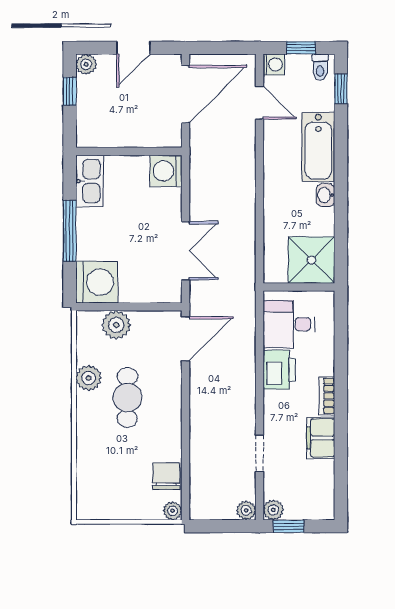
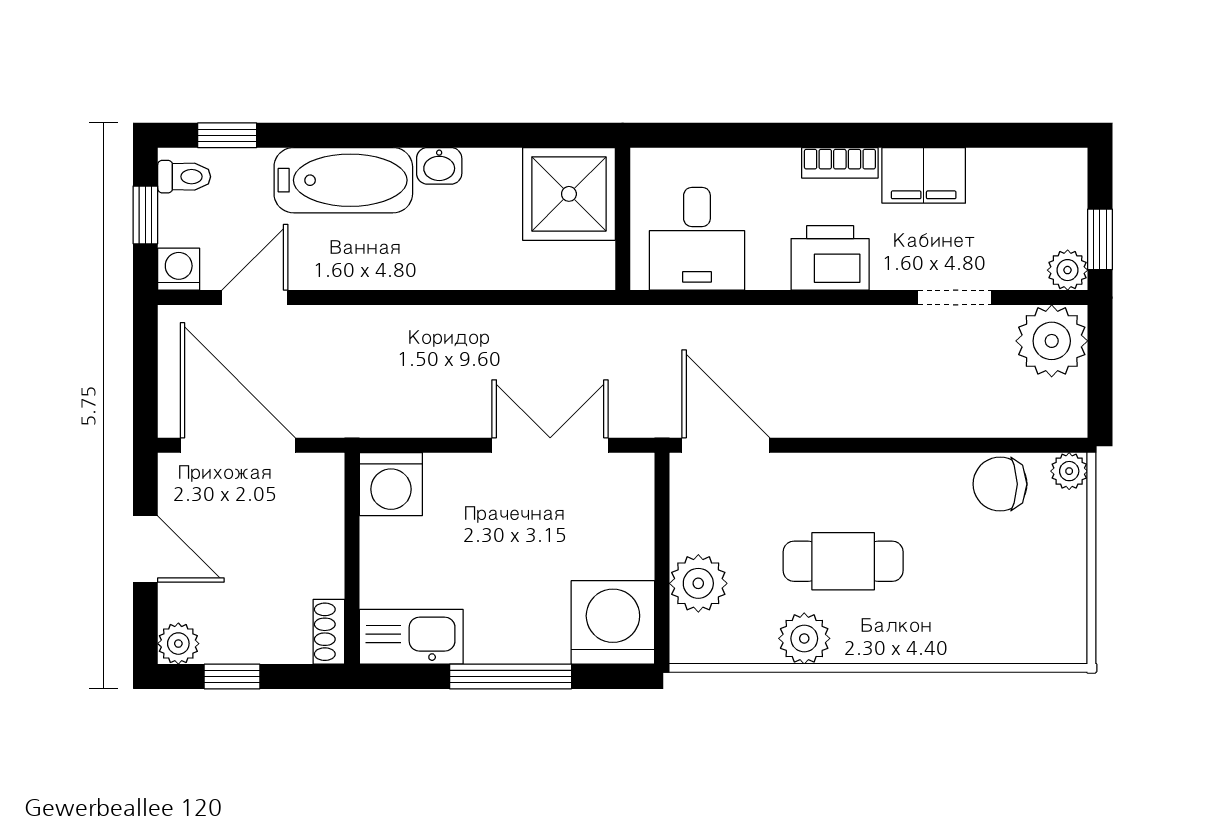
shoe rack: (92, 140) -> (329, 632), added
printer: (279, 370) -> (830, 258), moved
plant: (246, 510) -> (1052, 341), width x1.87, depth x1.87

